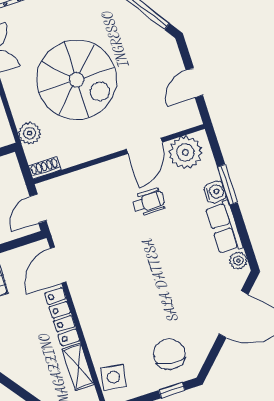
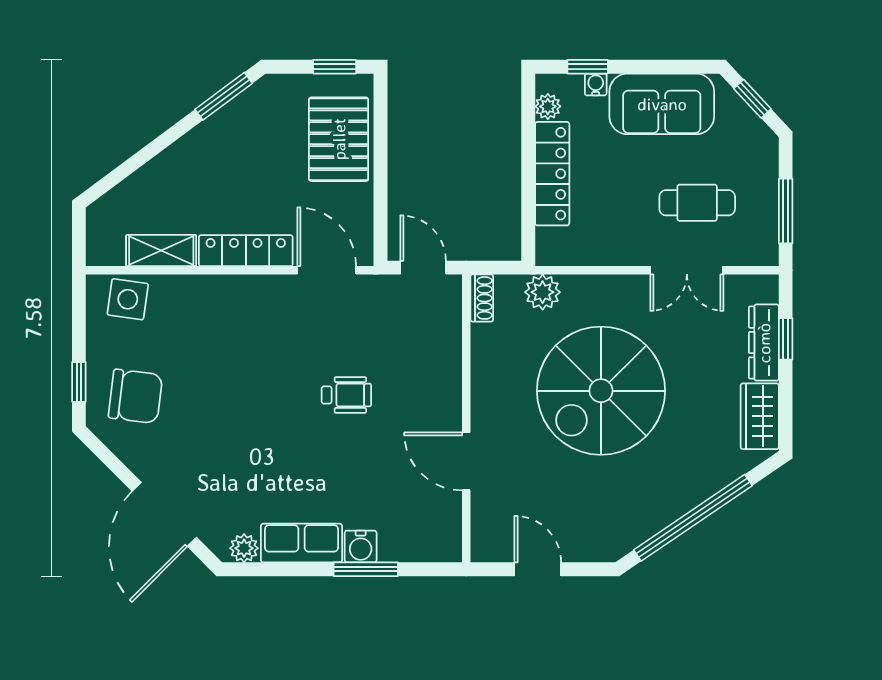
plant: (185, 152) -> (436, 521), removed
wheelchair: (149, 202) -> (346, 395), moved, turned -90

